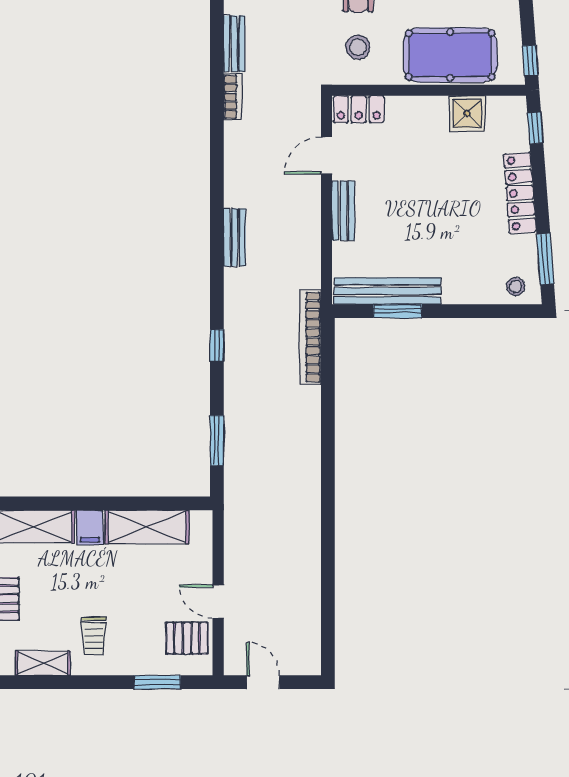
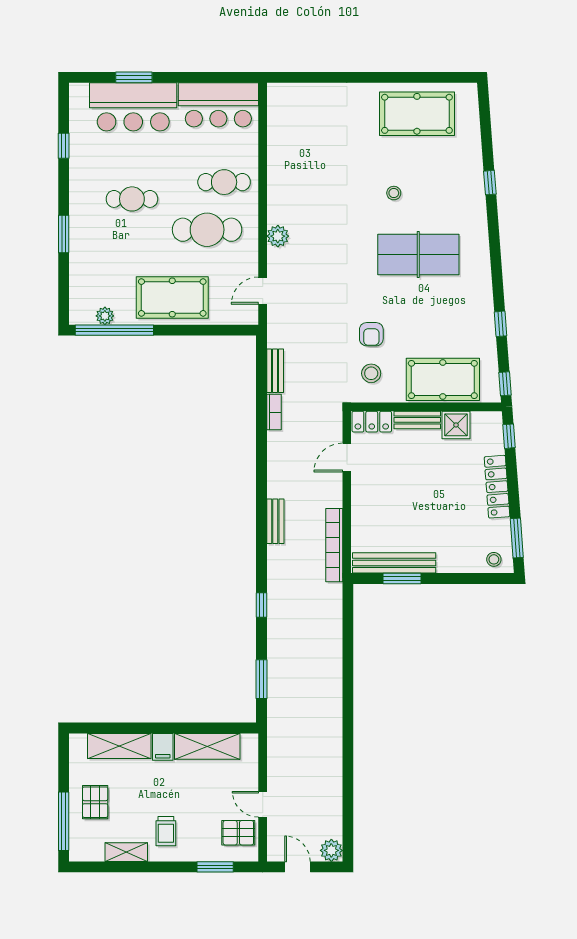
bench: (343, 211) -> (417, 420), moved, turned 90
bookcase: (310, 337) -> (334, 545), moved
plant: (307, 661) -> (331, 850), added

